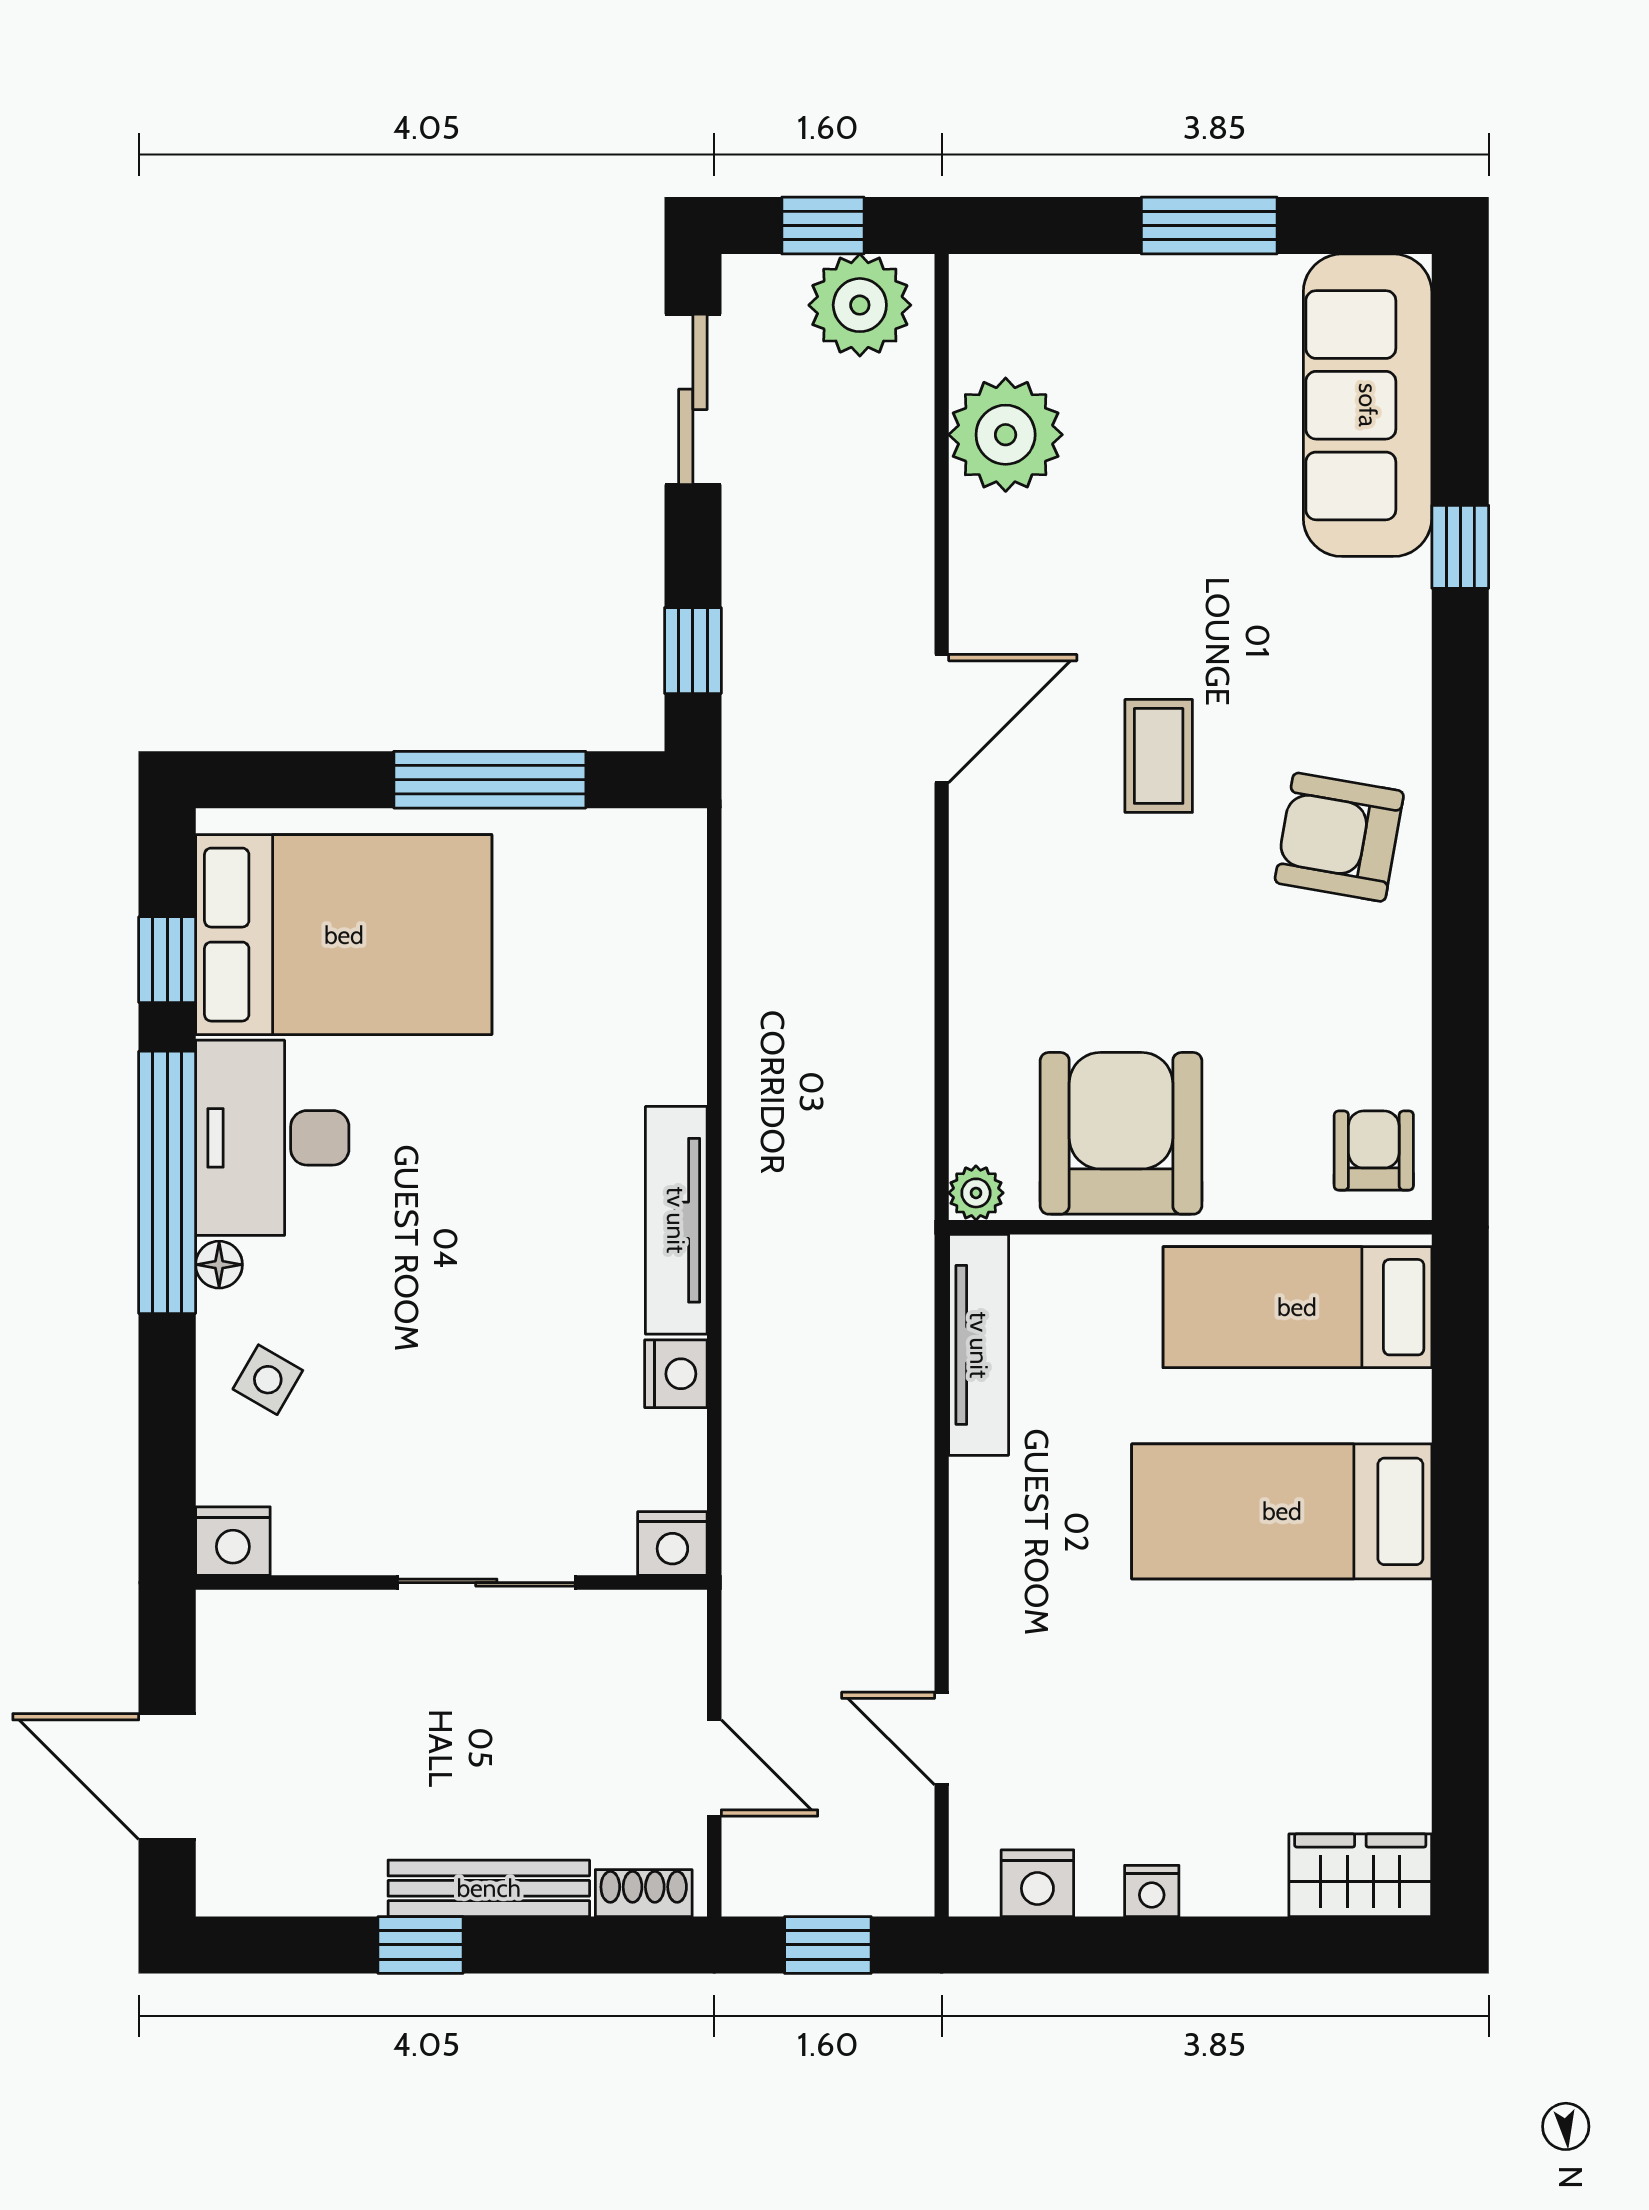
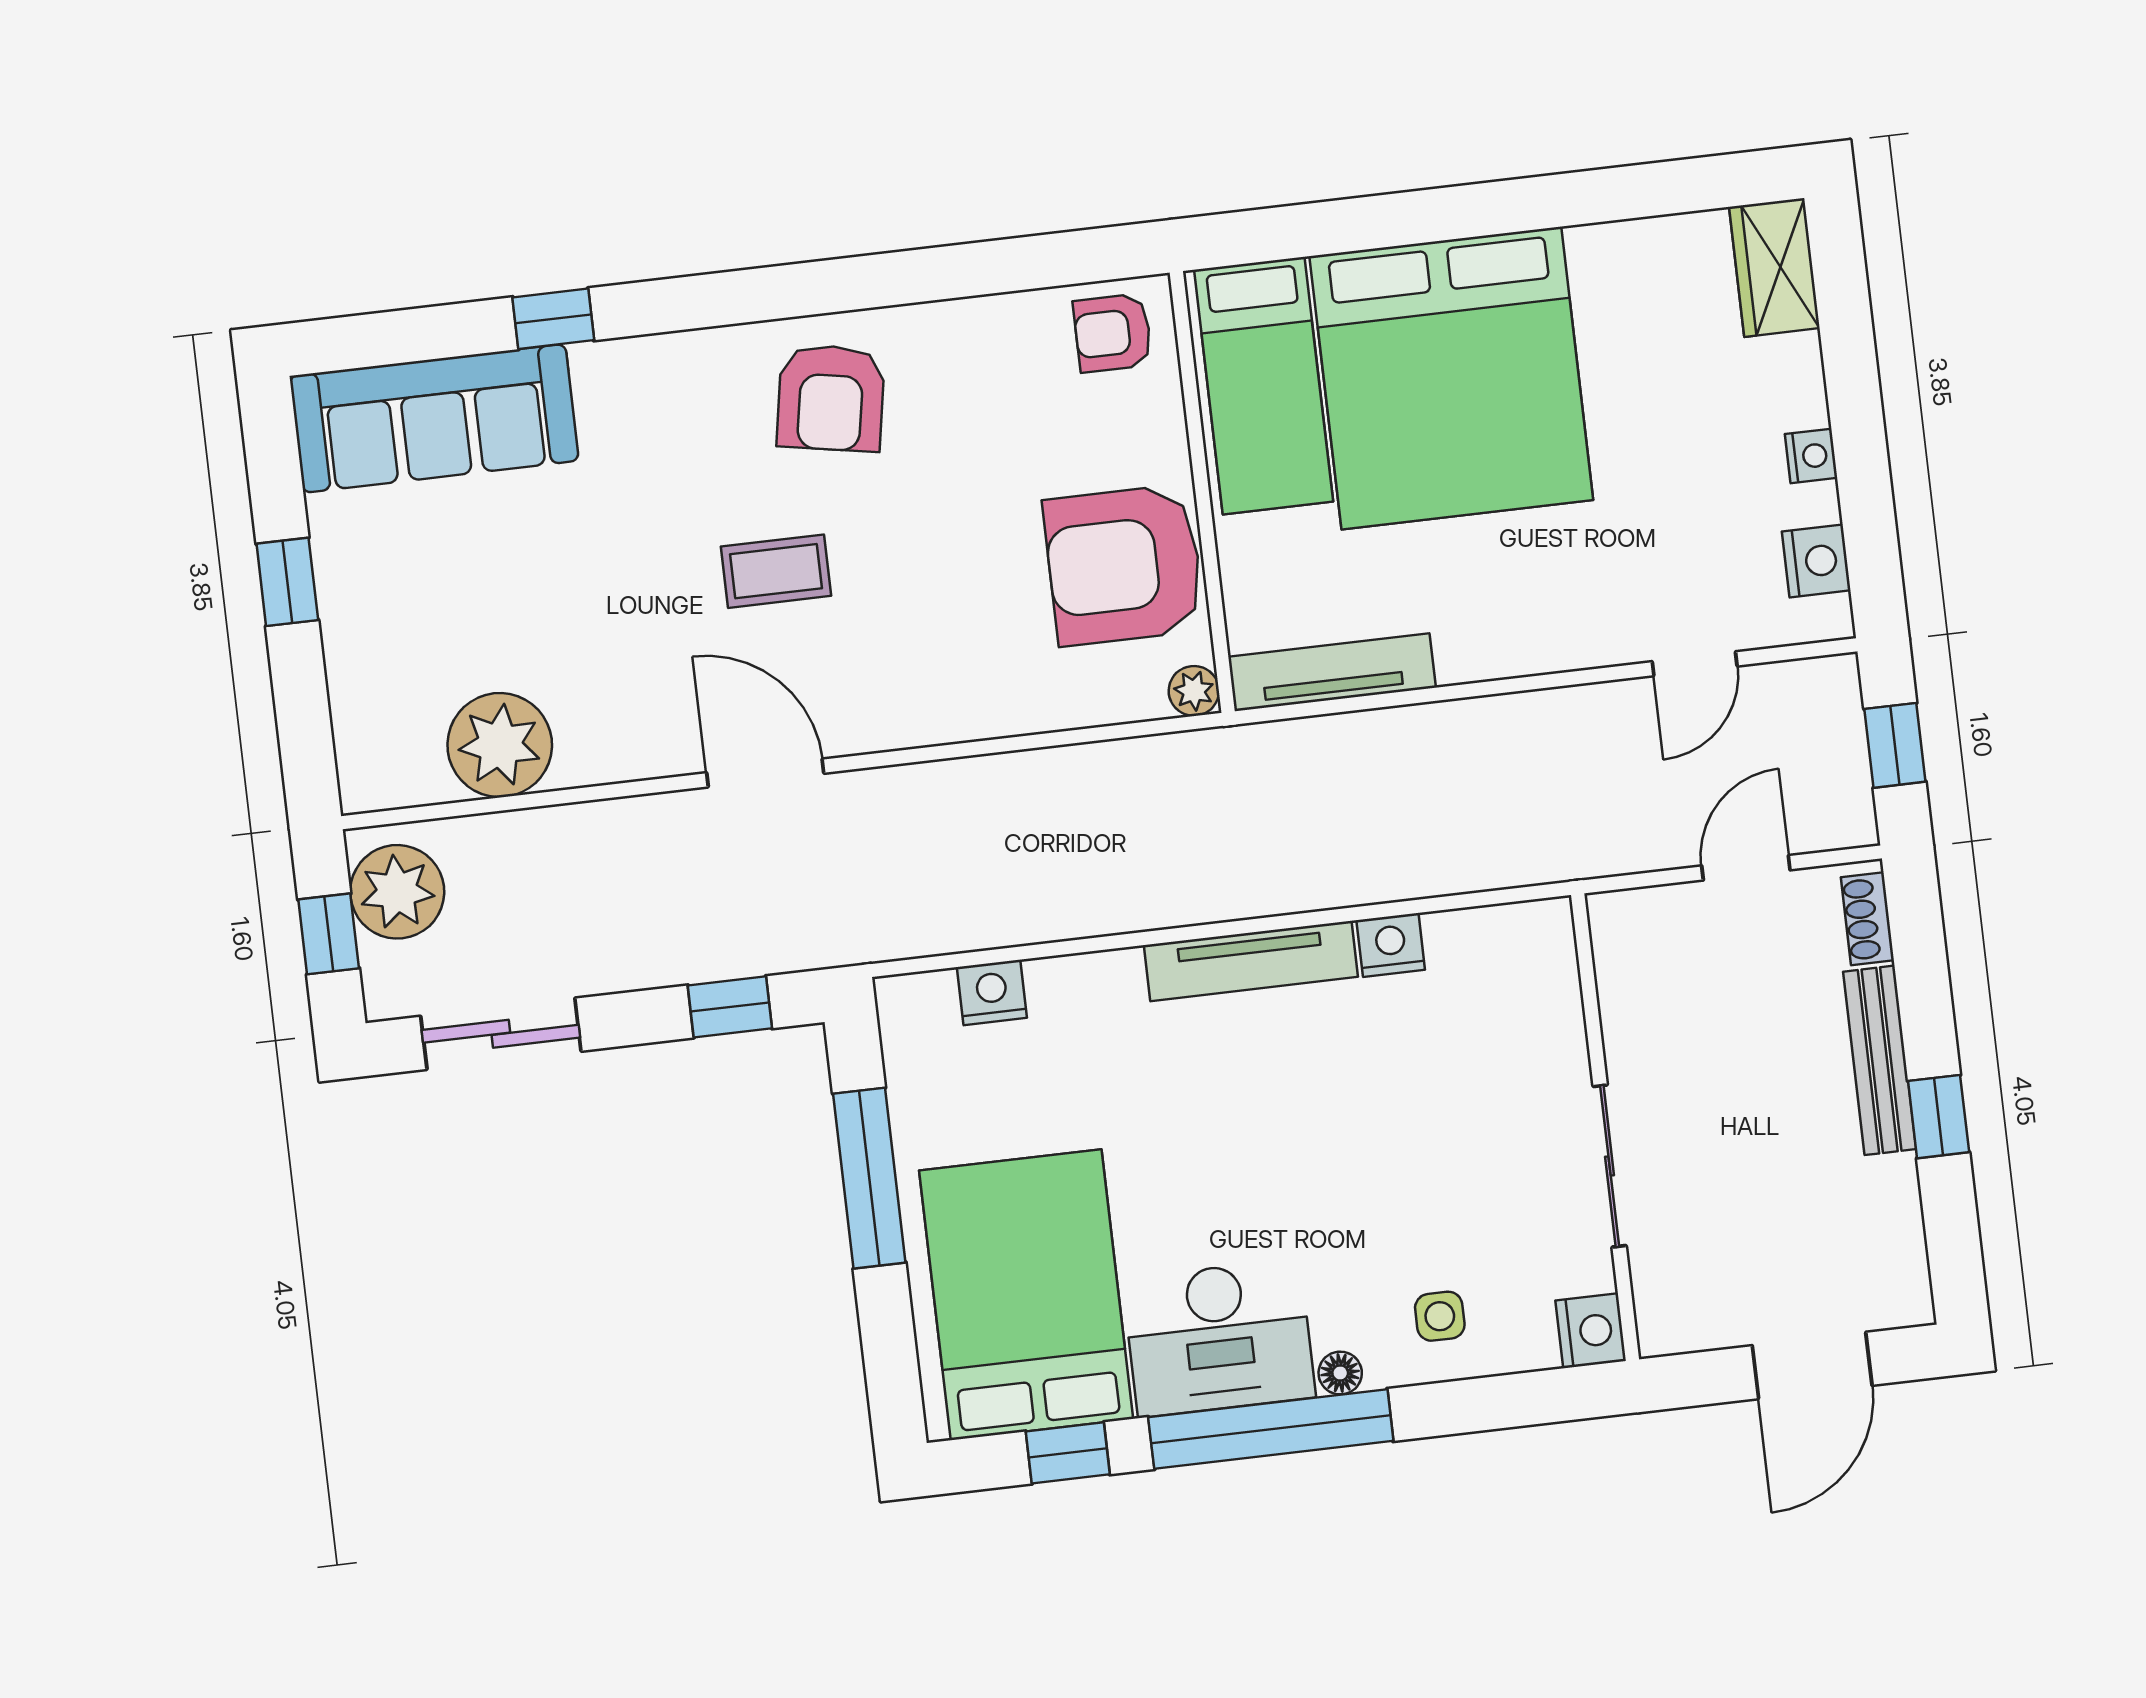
window: (1209, 225) -> (287, 582), width x0.67
side table: (268, 1380) -> (1440, 1316), turned -30
bed: (1282, 1511) -> (1451, 378), width x2.04
nightstand: (672, 1544) -> (992, 992), moved, turned -90
sliding door: (486, 1583) -> (1610, 1166), moved

